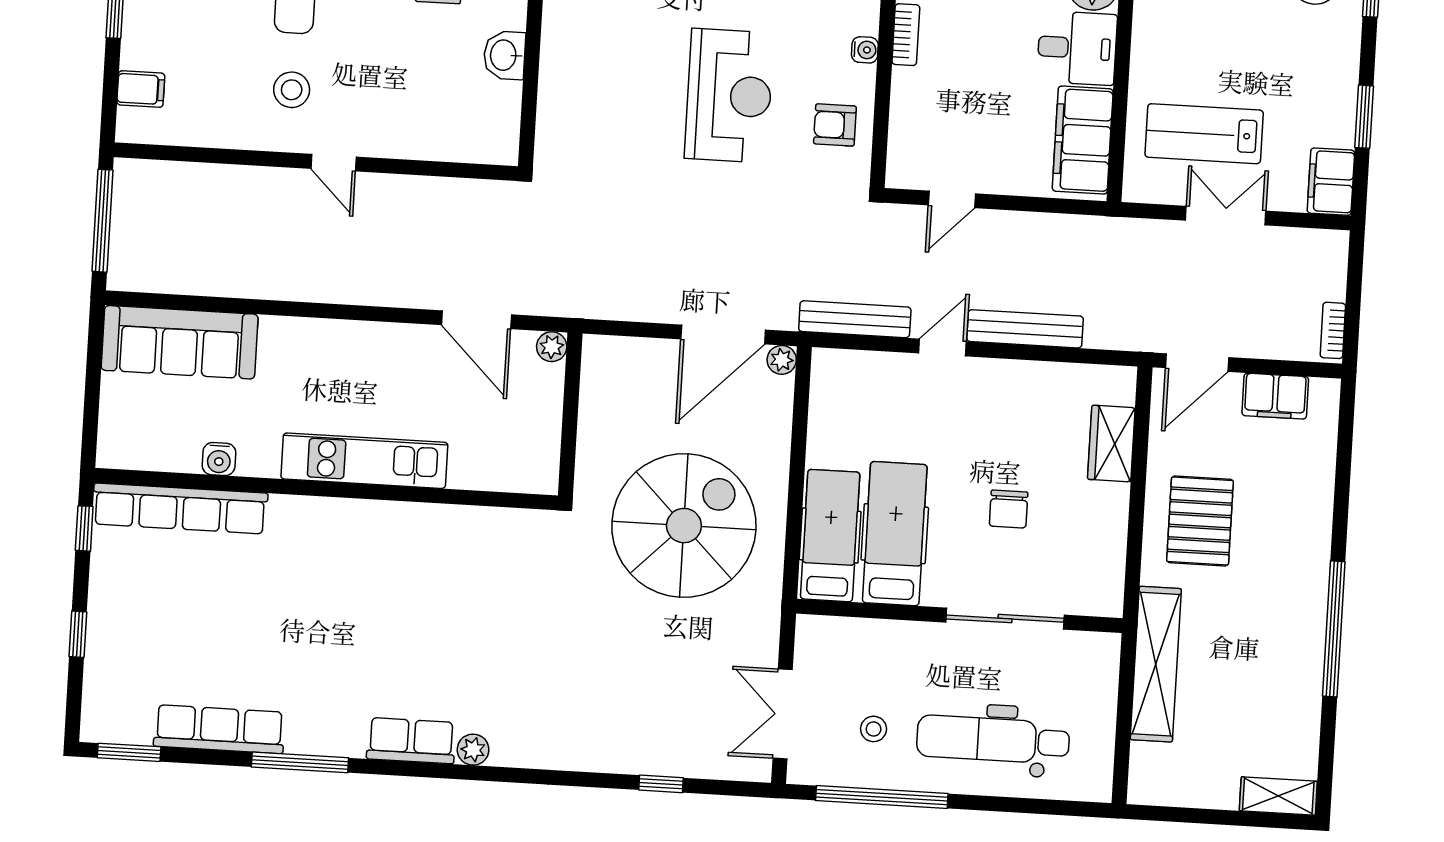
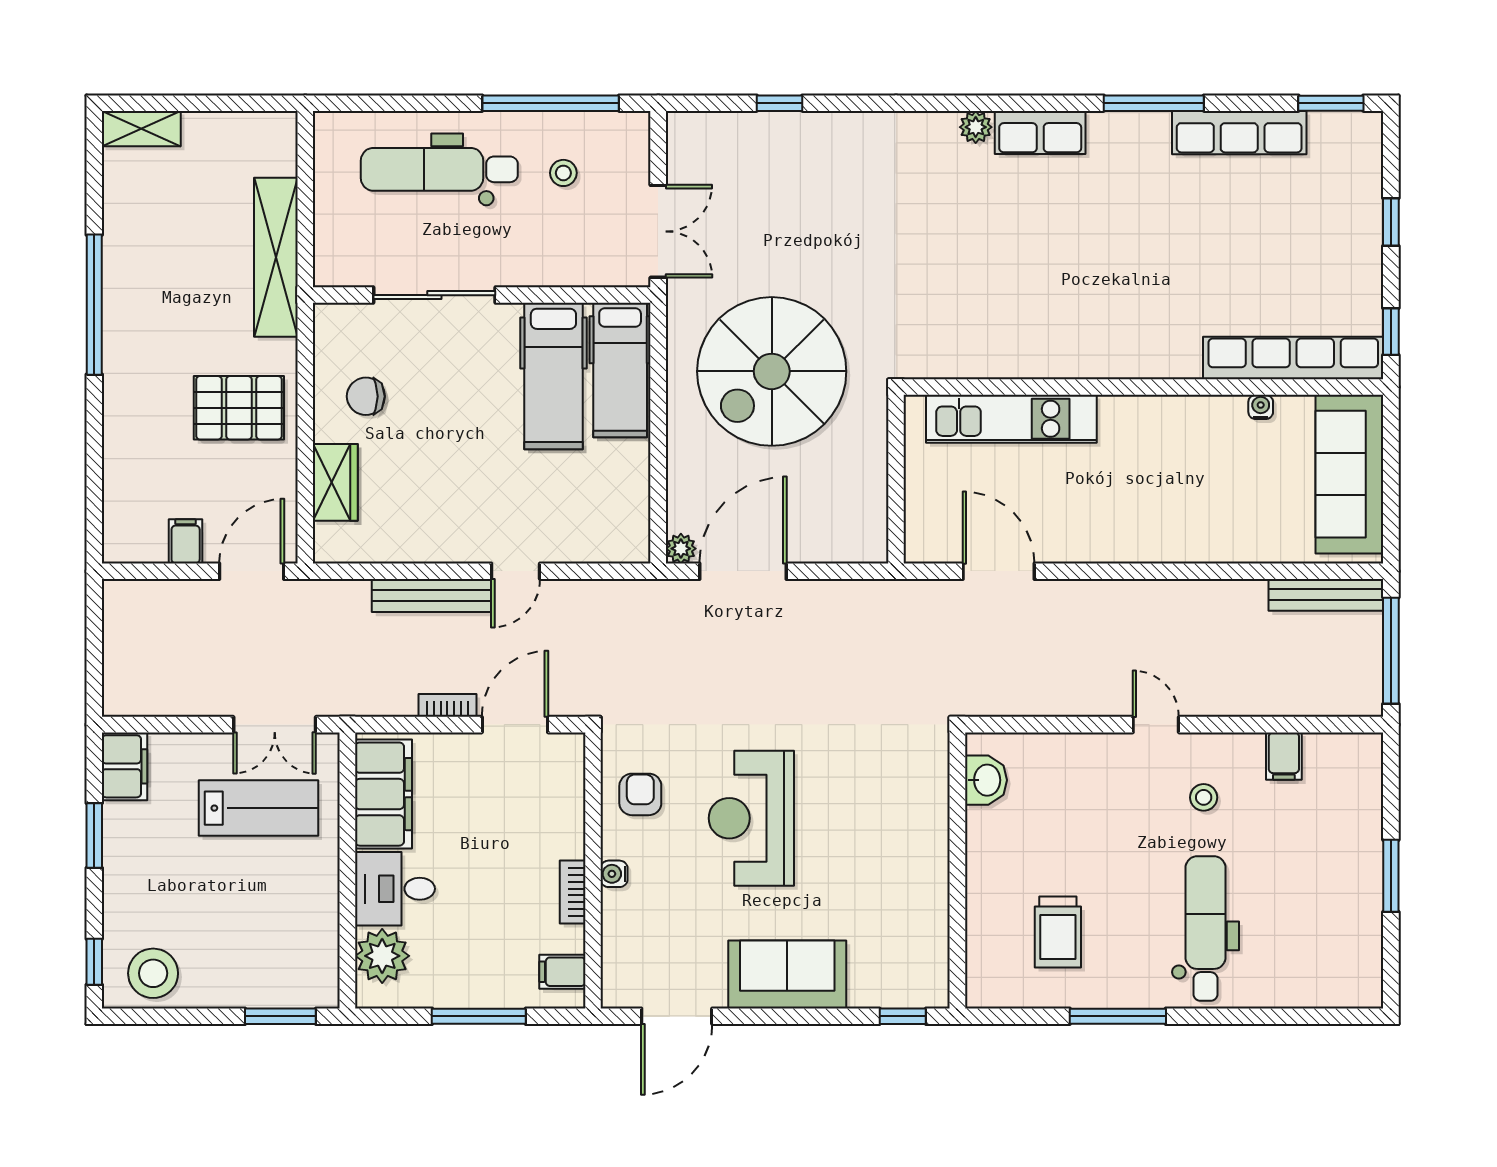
washbasin: (504, 55) -> (986, 780), moved
filing cabinet: (141, 89) -> (1284, 756), moved, turned -90
stool: (292, 90) -> (1204, 797), width x0.73, depth x0.73
armchair: (835, 125) -> (640, 794), turned -90
door: (952, 199) -> (515, 725), width x1.38
double door: (1226, 216) -> (275, 725), moved
bench: (855, 319) -> (1326, 595), moved
bookcase: (1333, 330) -> (447, 705), moved, turned -90
sofa: (180, 342) -> (1349, 474), moved, turned -90
plant: (552, 347) -> (919, 548), removed
filing cabinet: (1275, 396) -> (186, 541), width x0.50
water cooler: (219, 459) -> (1261, 407), width x0.72, depth x0.72
kitchen unit: (364, 461) -> (1011, 419), moved
chair: (1009, 509) -> (366, 396), moved, turned -90
pallet: (1200, 521) -> (239, 408), turned 90
double door: (783, 714) -> (658, 231), moved
dental chair: (993, 740) -> (439, 169), turned 180

